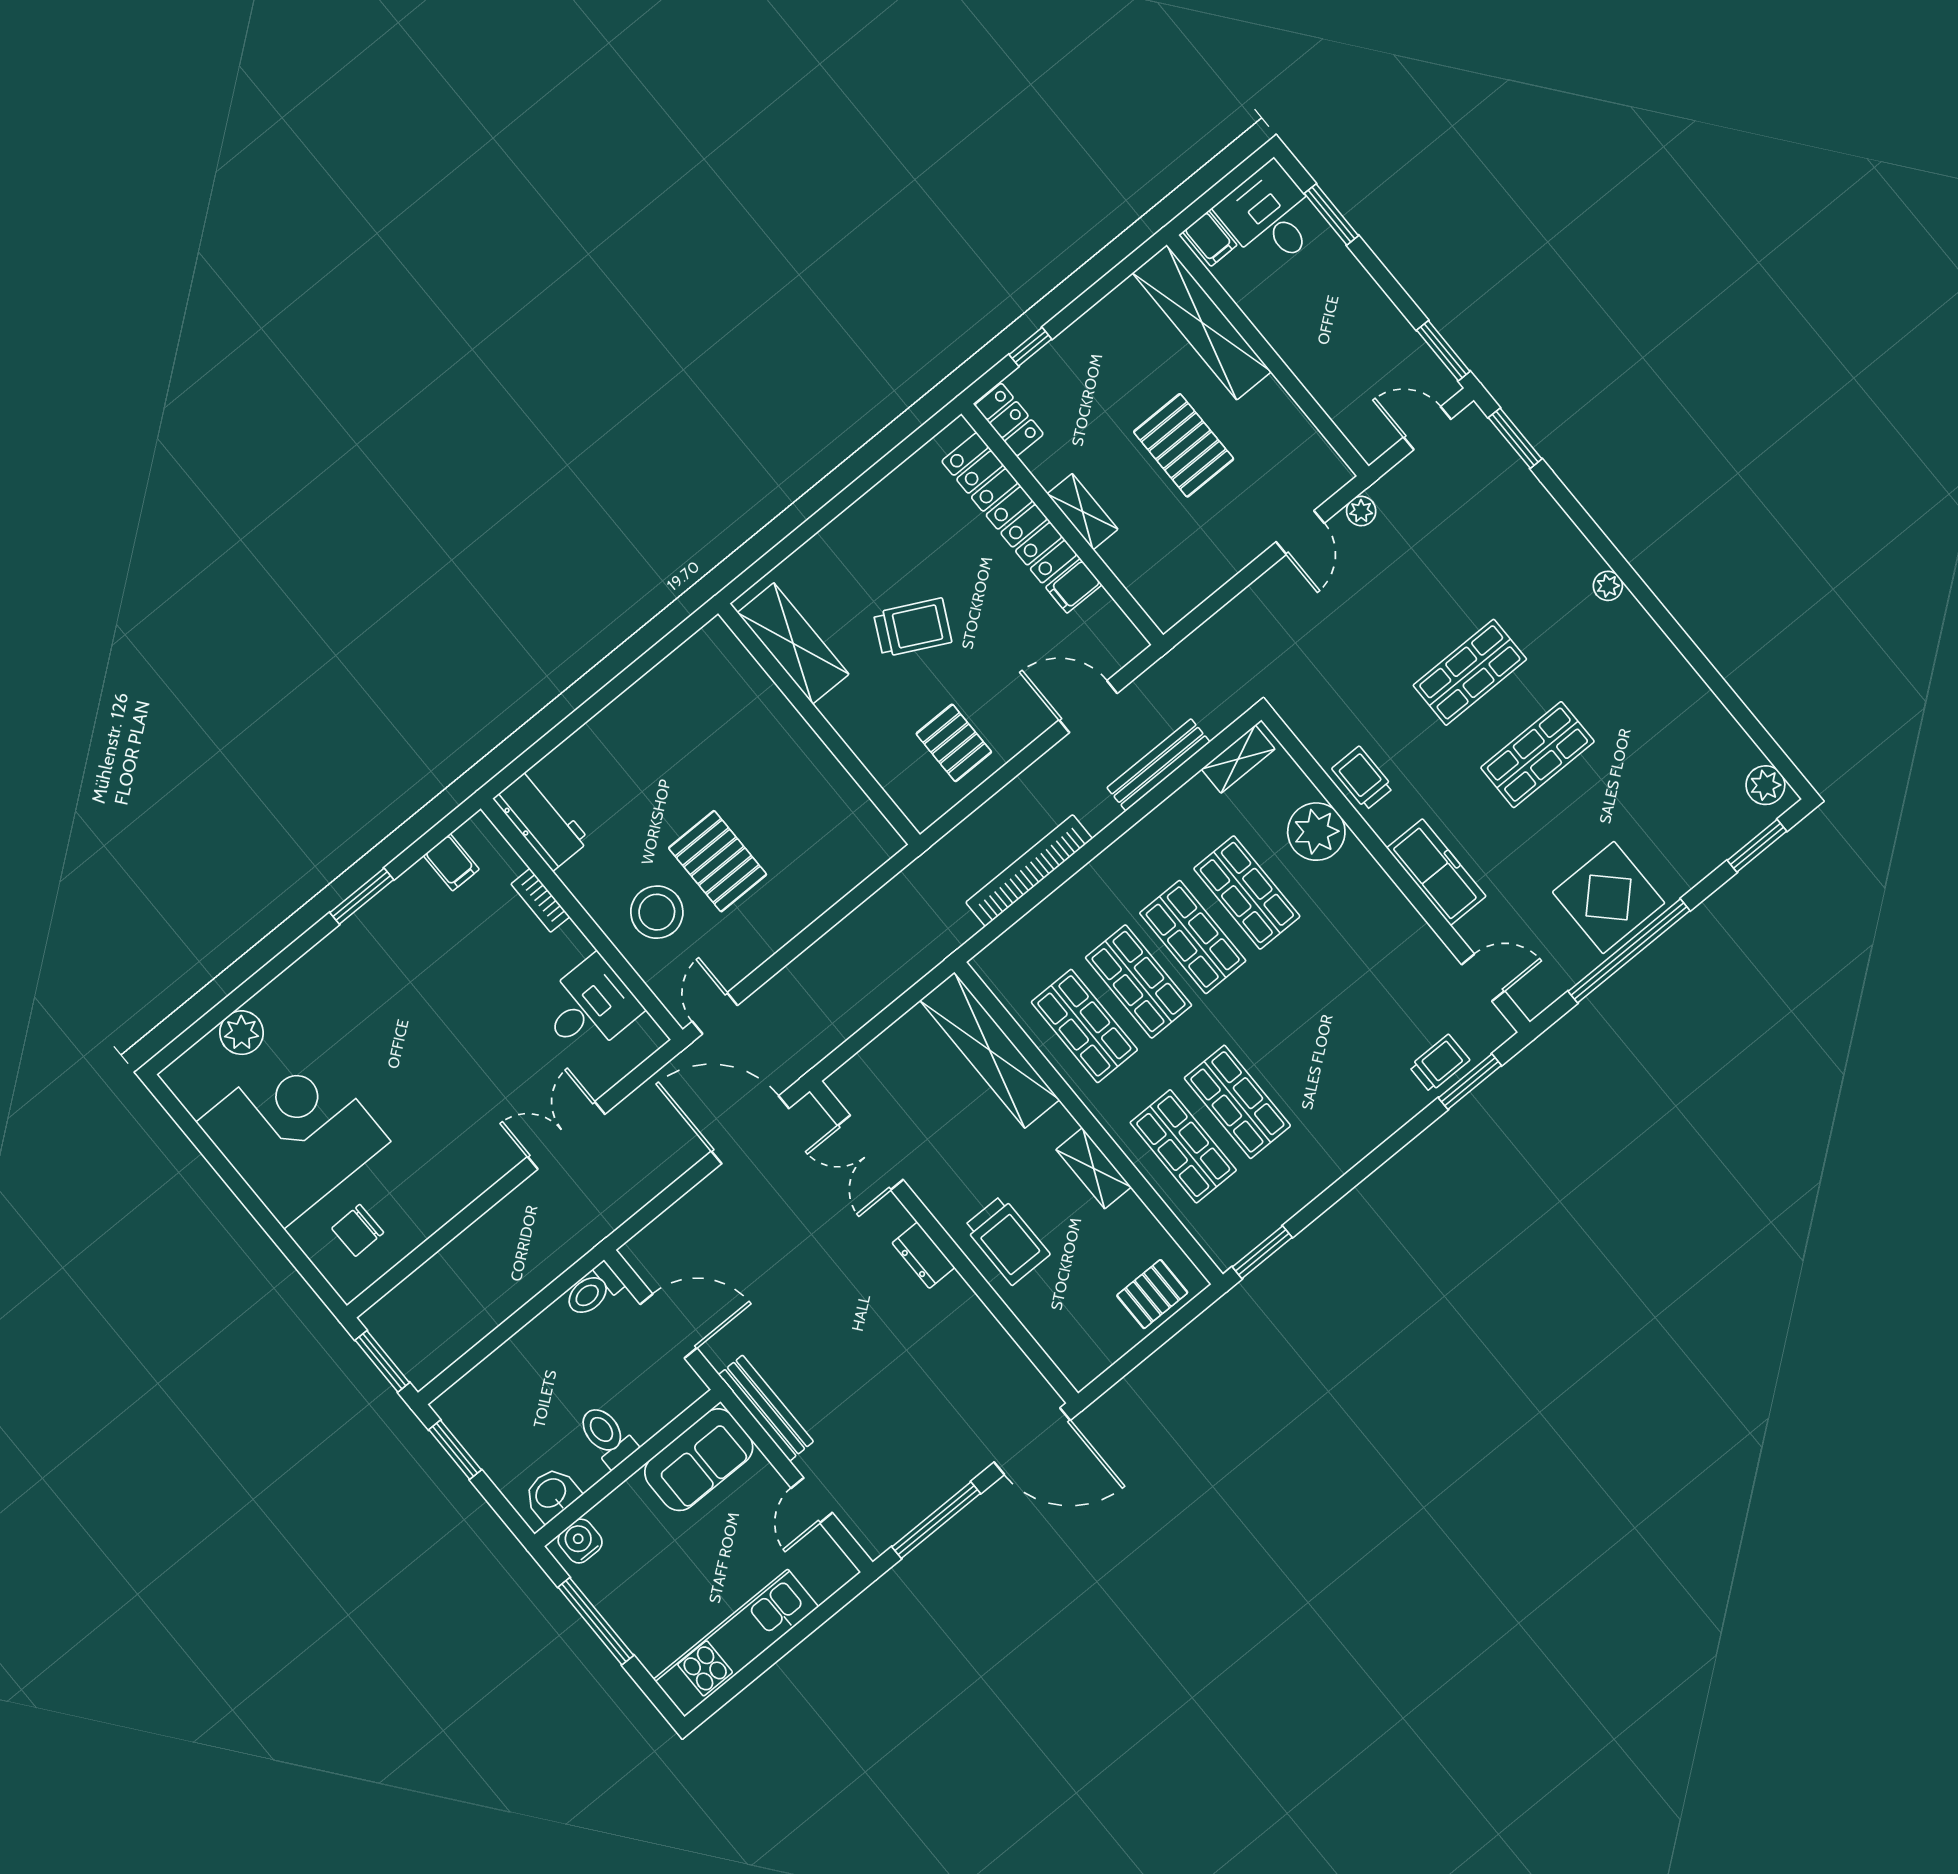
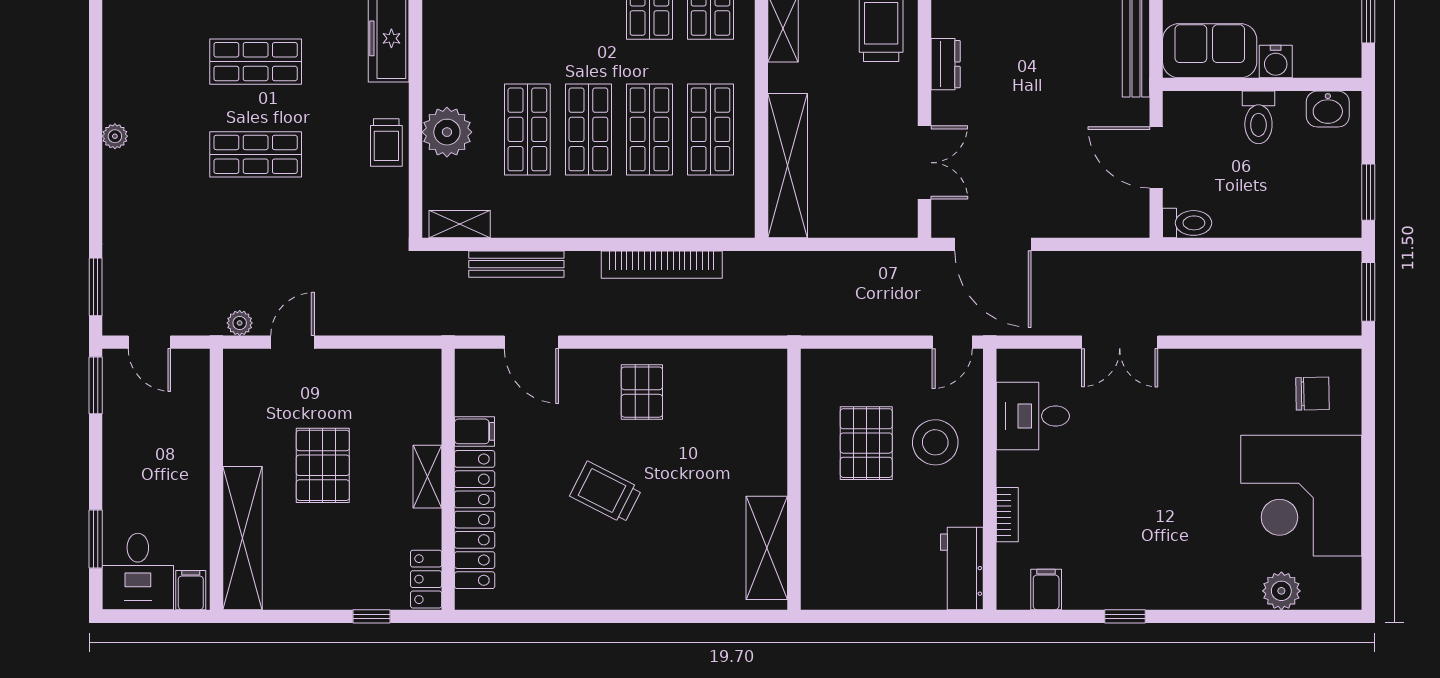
shelving: (793, 643) -> (767, 548), moved
wall: (819, 724) -> (794, 479), moved
window: (362, 896) -> (1125, 616), width x0.67
water cooler: (580, 1541) -> (1276, 62), moved

